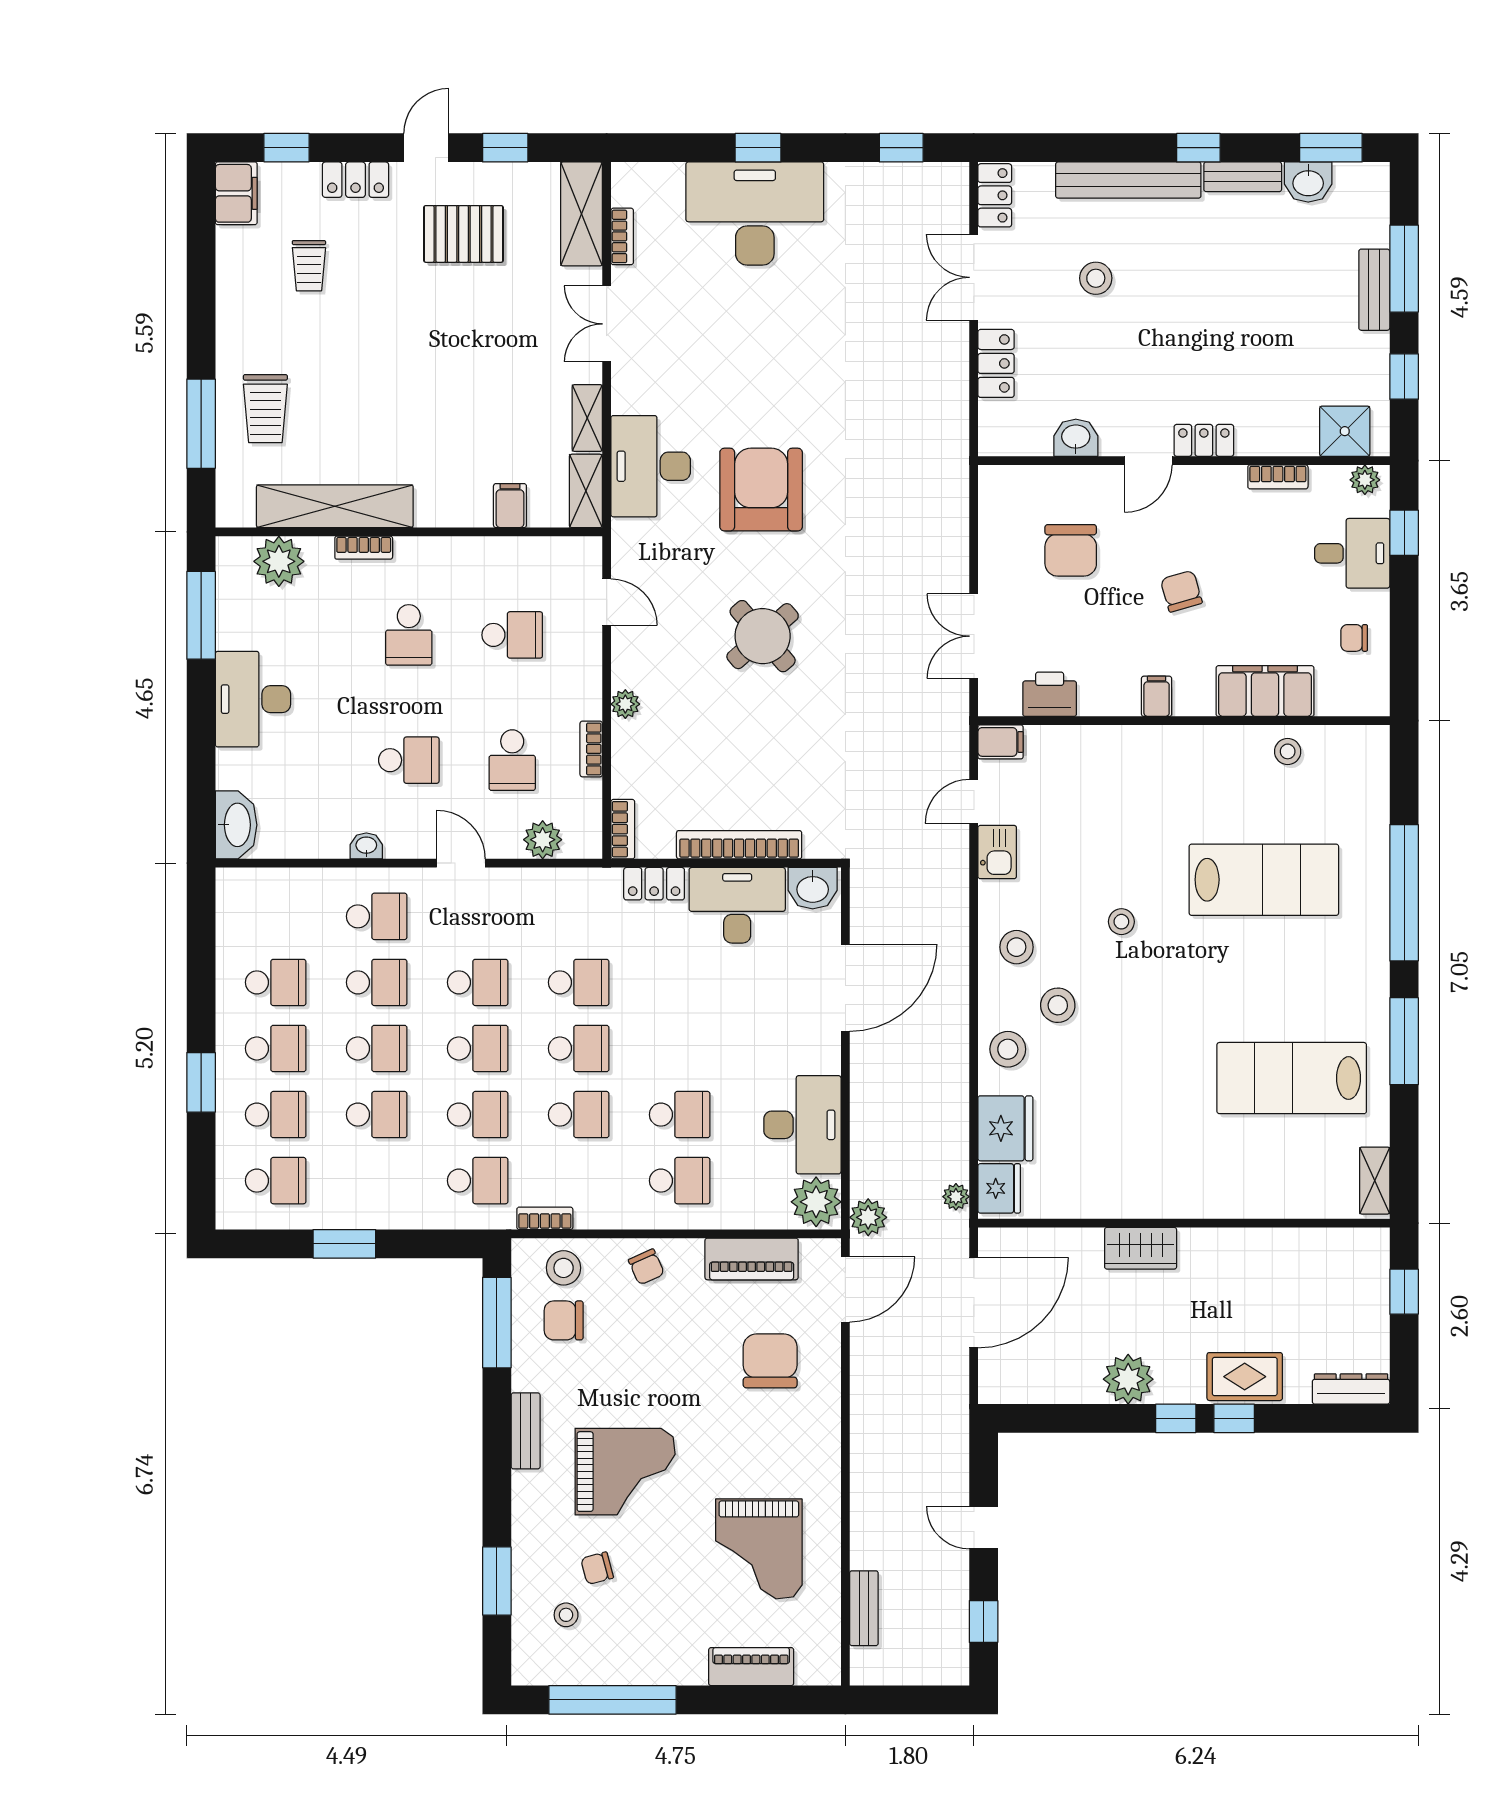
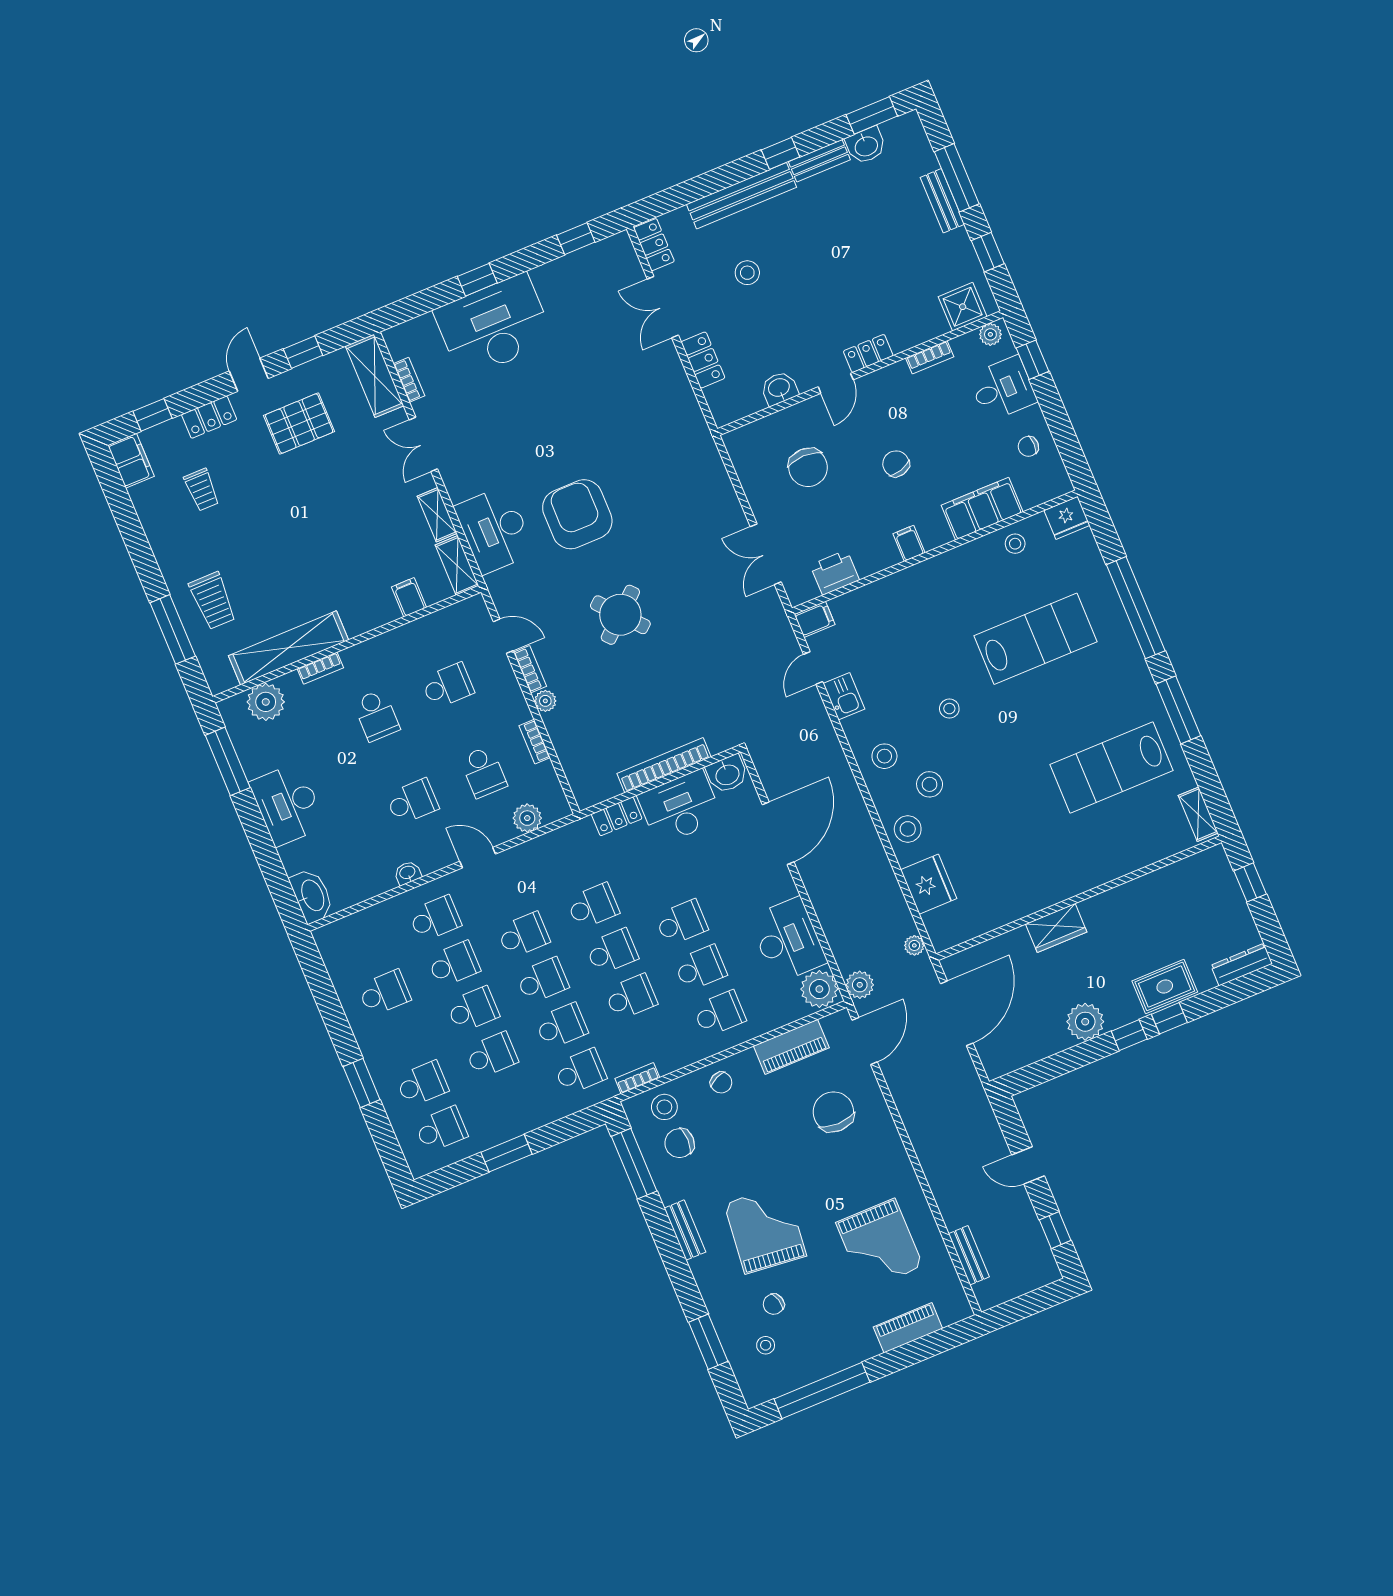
bookcase: (623, 829) -> (530, 669), moved
school desk: (276, 1048) -> (681, 923), moved
fridge: (999, 1188) -> (1067, 518), moved, turned 90
grand piano: (625, 1472) -> (765, 1230), turned -84

